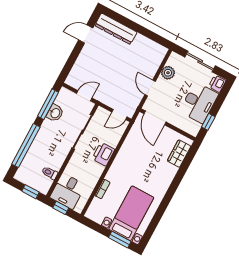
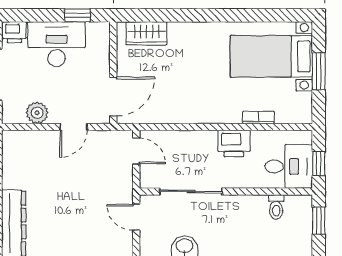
printer: (103, 154) -> (234, 143), moved
window: (120, 240) -> (319, 71), moved

